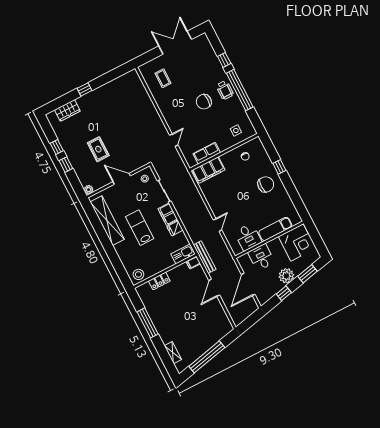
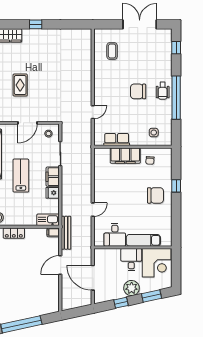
window: (224, 60) -> (176, 48), moved
filing cabinet: (209, 170) -> (125, 156), moved
door: (122, 179) -> (27, 123), swing flipped
desk: (261, 257) -> (131, 260), moved
door: (248, 284) -> (93, 278), hinge flipped

